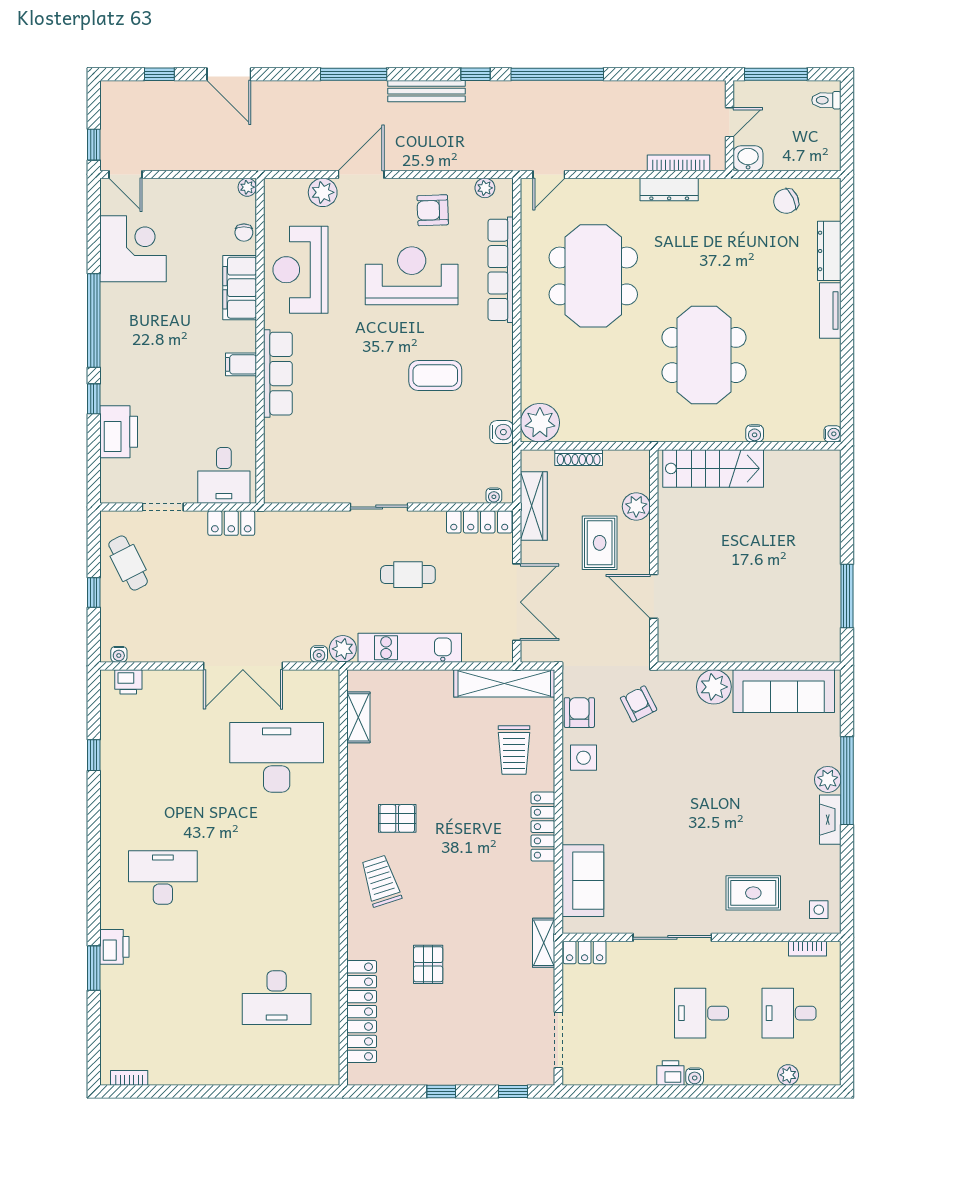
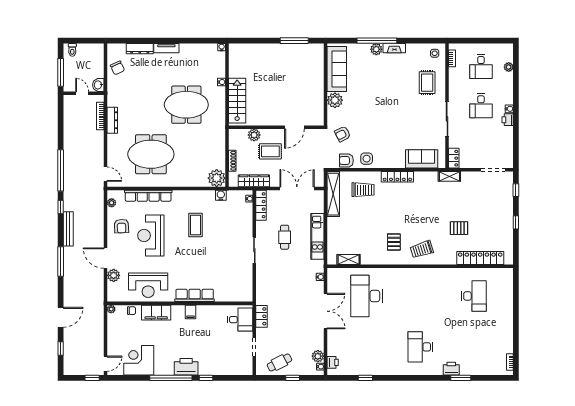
printer: (119, 432) -> (186, 367), moved
plant: (343, 649) -> (318, 356), moved

